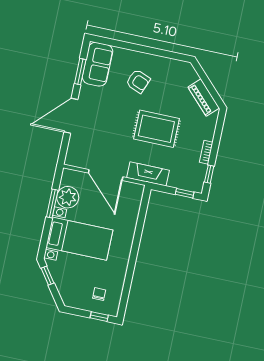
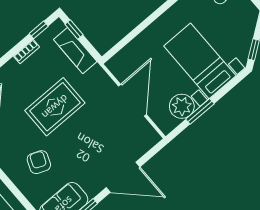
rug: (156, 129) -> (55, 107), turned 90
fireplace: (148, 174) -> (75, 50), moved

